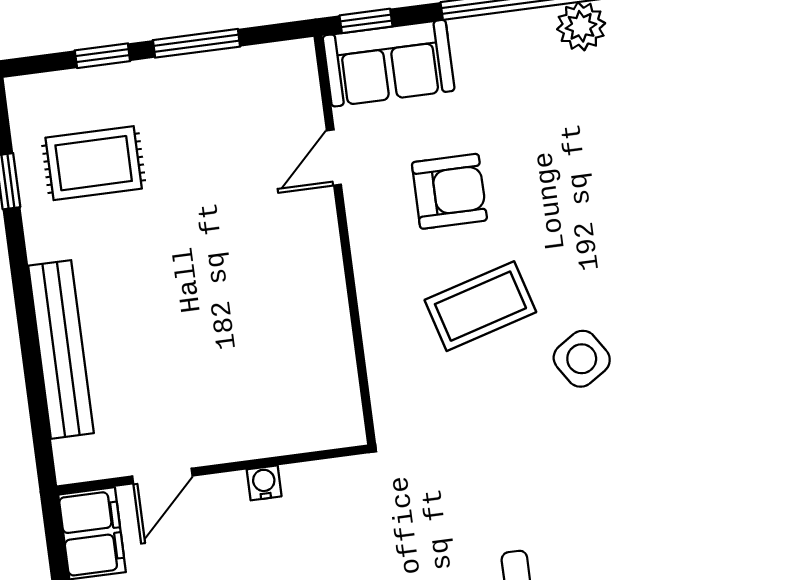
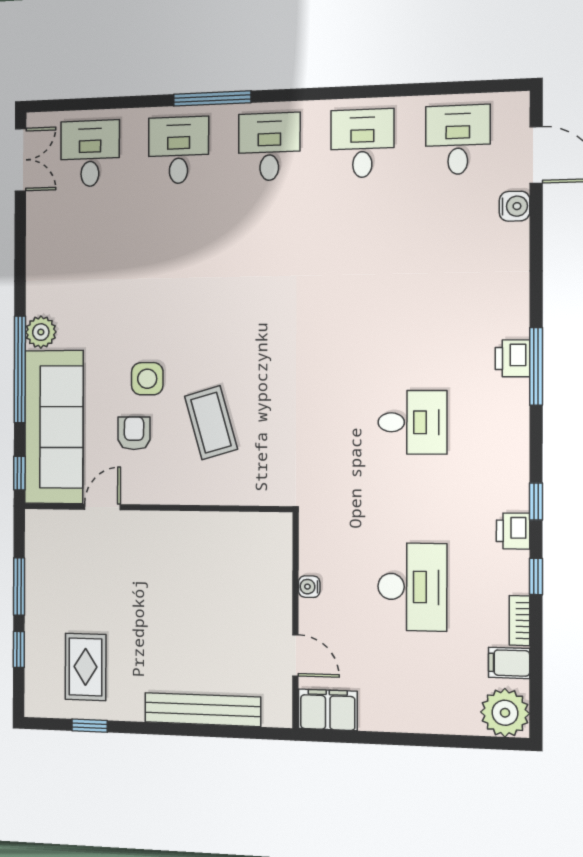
sofa: (389, 63) -> (54, 427), width x1.85, depth x1.27
door: (334, 158) -> (102, 507), swing flipped
armchair: (449, 191) -> (134, 433), width x0.72, depth x0.72
side table: (582, 359) -> (147, 379), moved, turned 33

